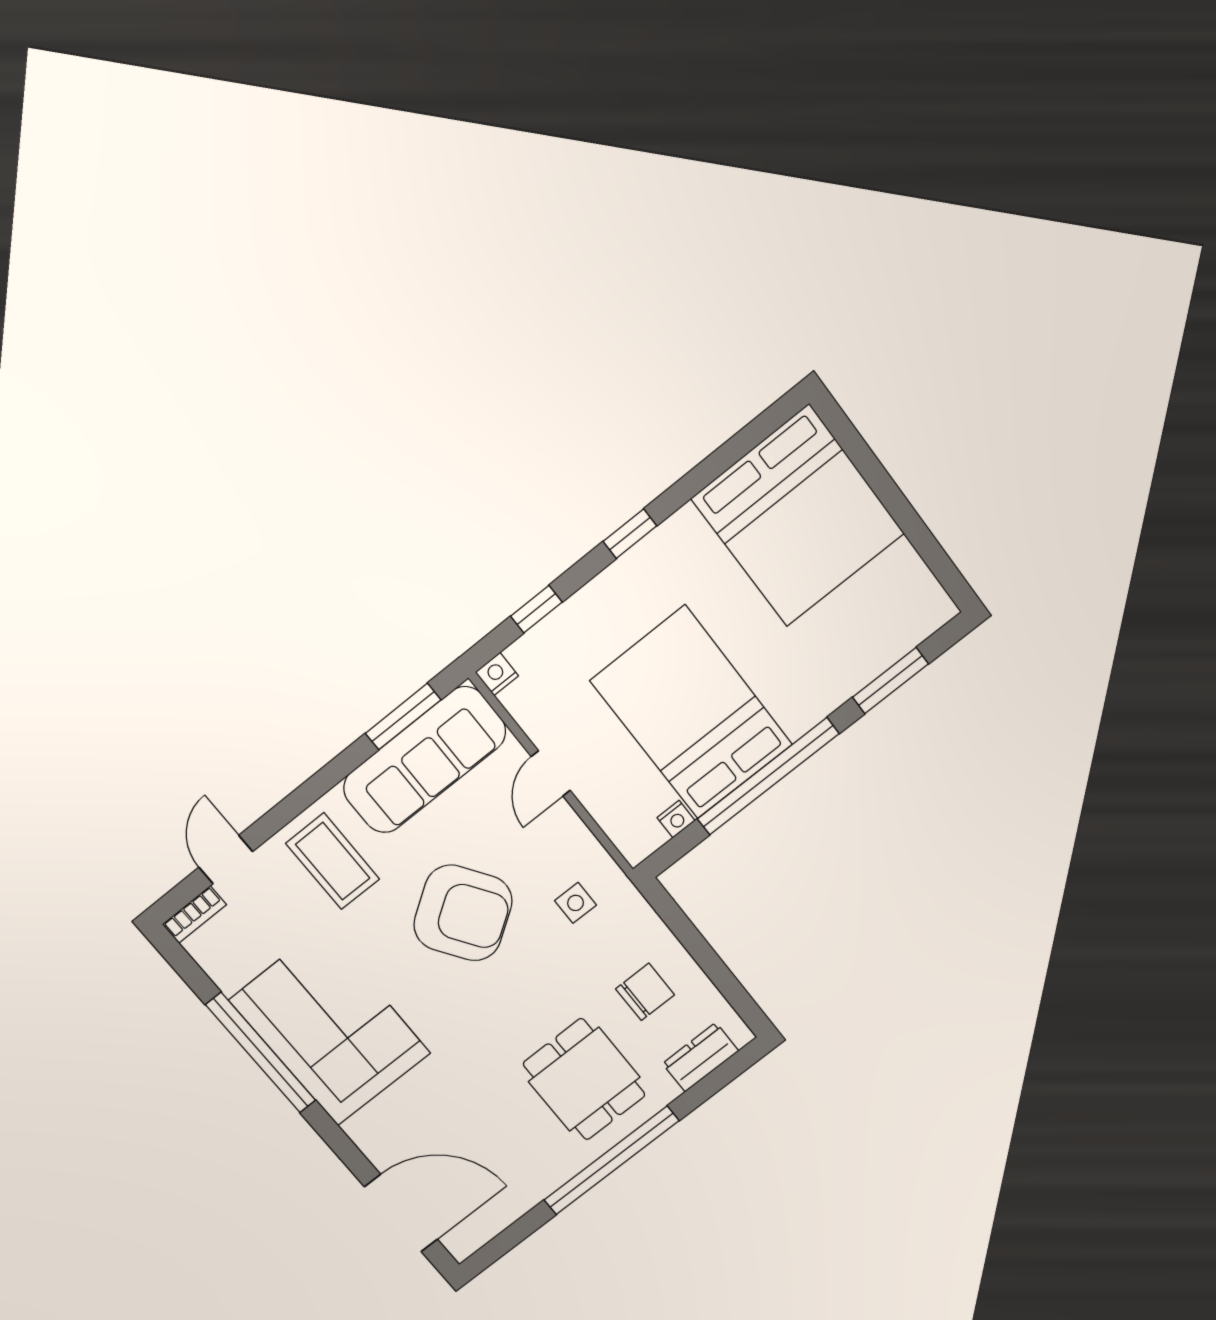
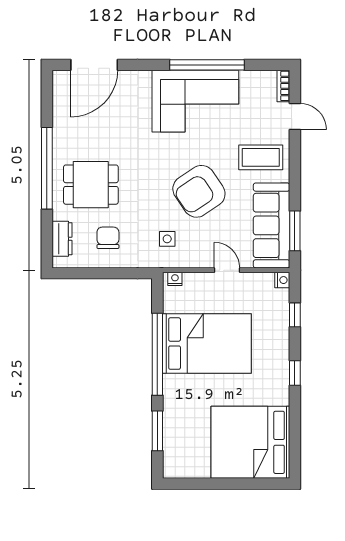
nightstand: (676, 819) -> (175, 279), moved, turned 90
chair: (645, 992) -> (108, 238), turned 180

